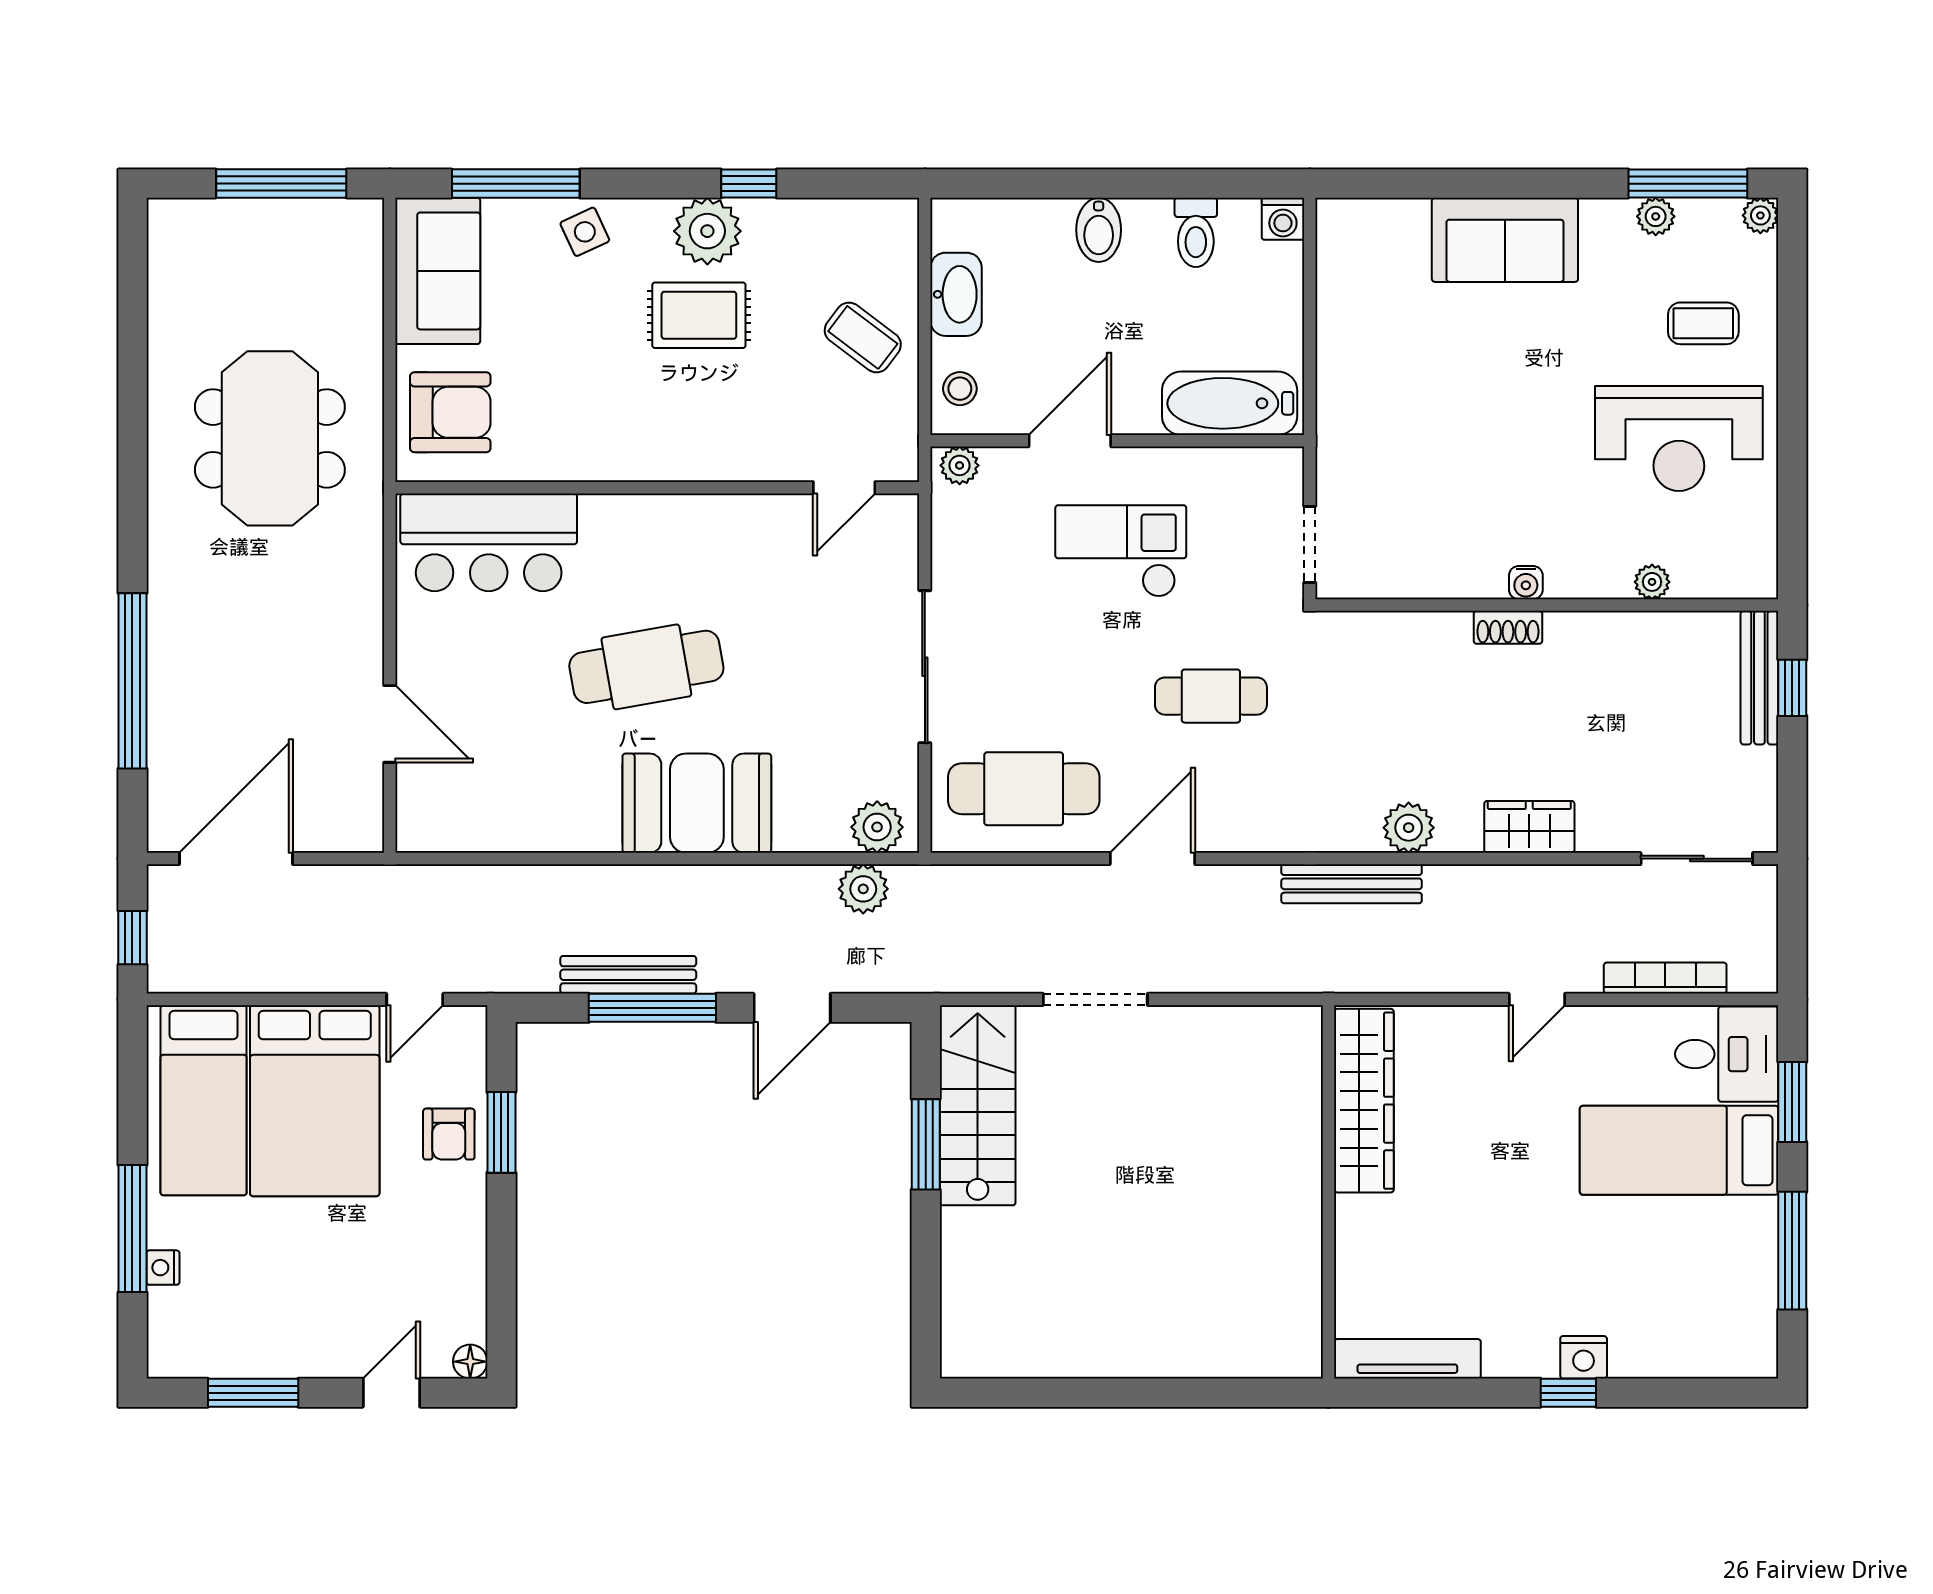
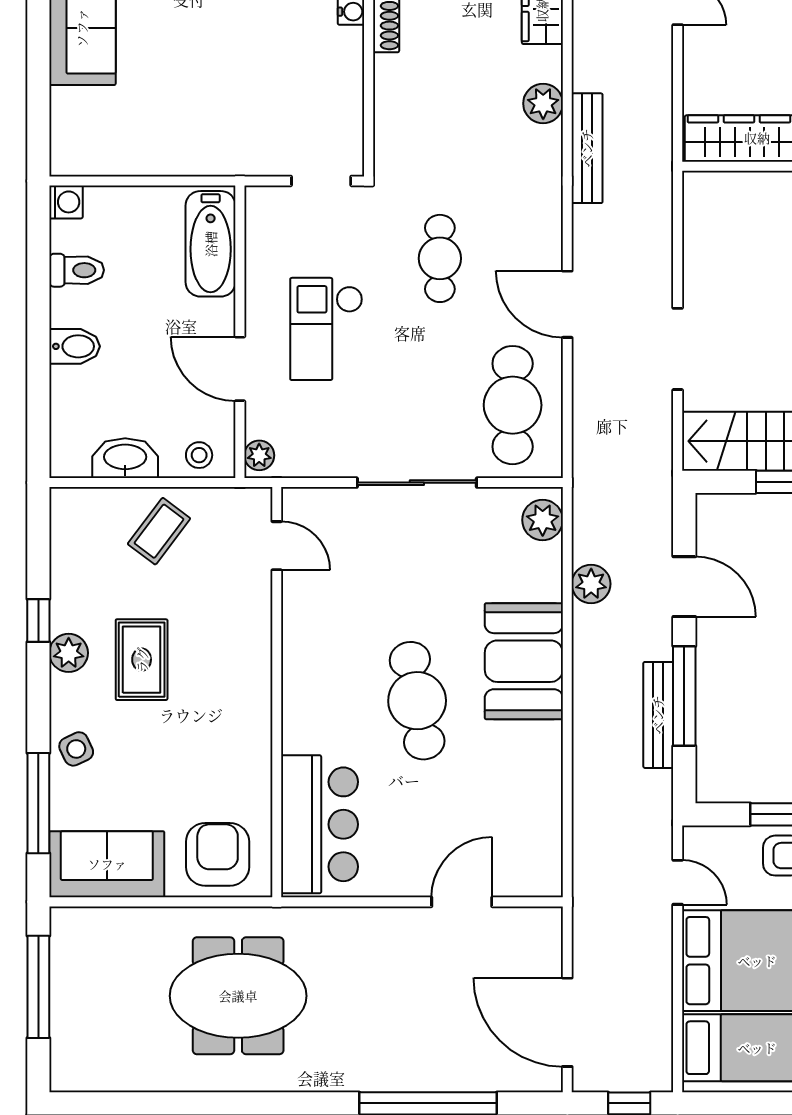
plant: (707, 231) -> (69, 653), width x0.73, depth x0.73
plant: (863, 889) -> (591, 584), moved

